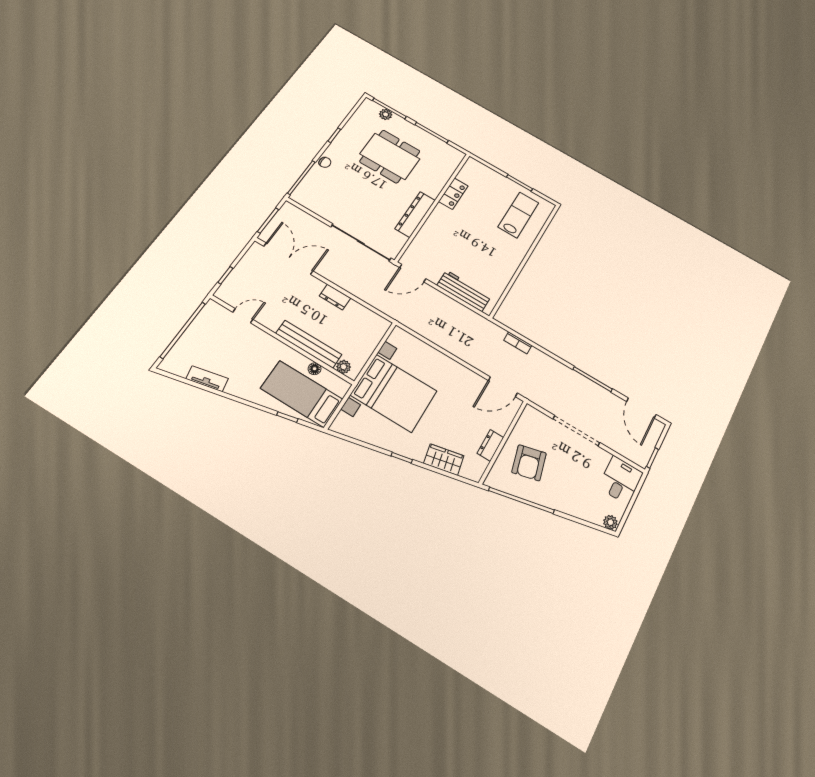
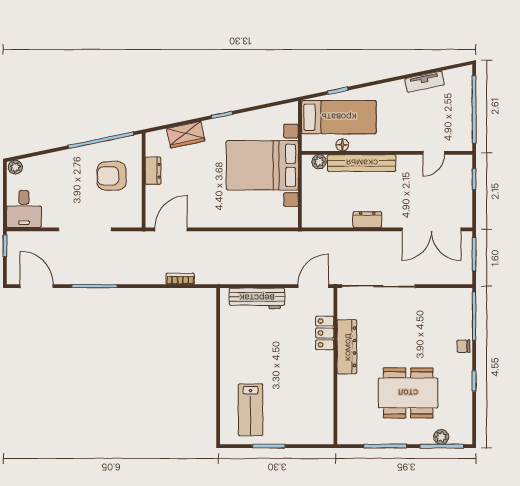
locker: (453, 194) -> (325, 333), moved
armchair: (529, 463) -> (112, 176), turned -76

